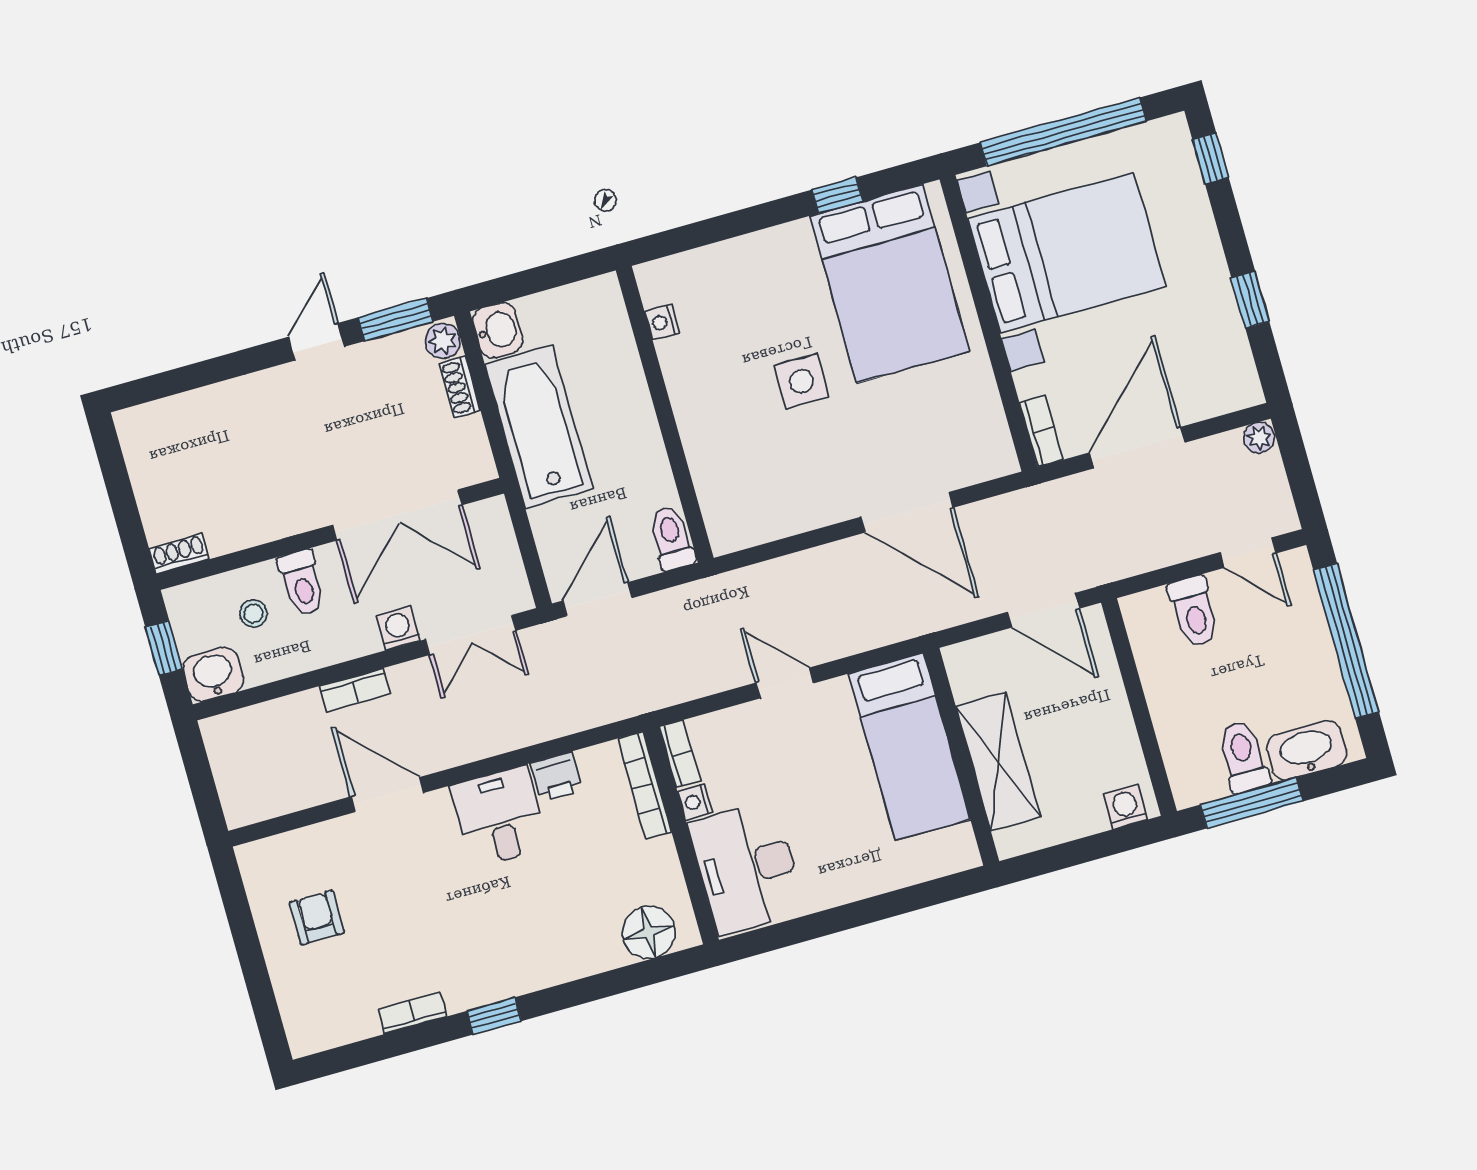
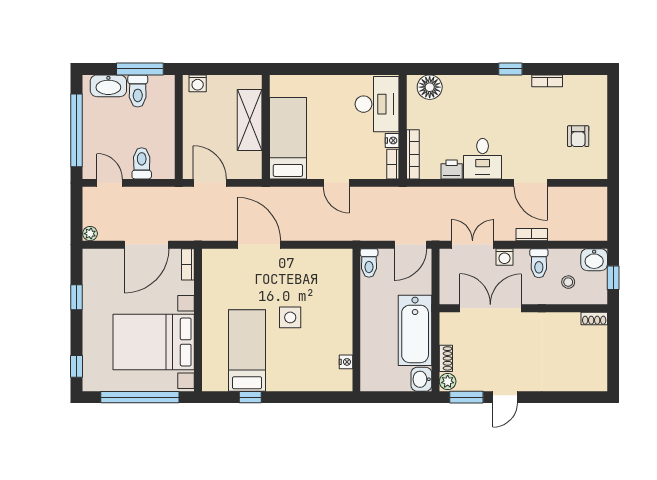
bed: (890, 284) -> (247, 350), width x0.67
toilet: (302, 583) -> (539, 263), moved, turned 180

